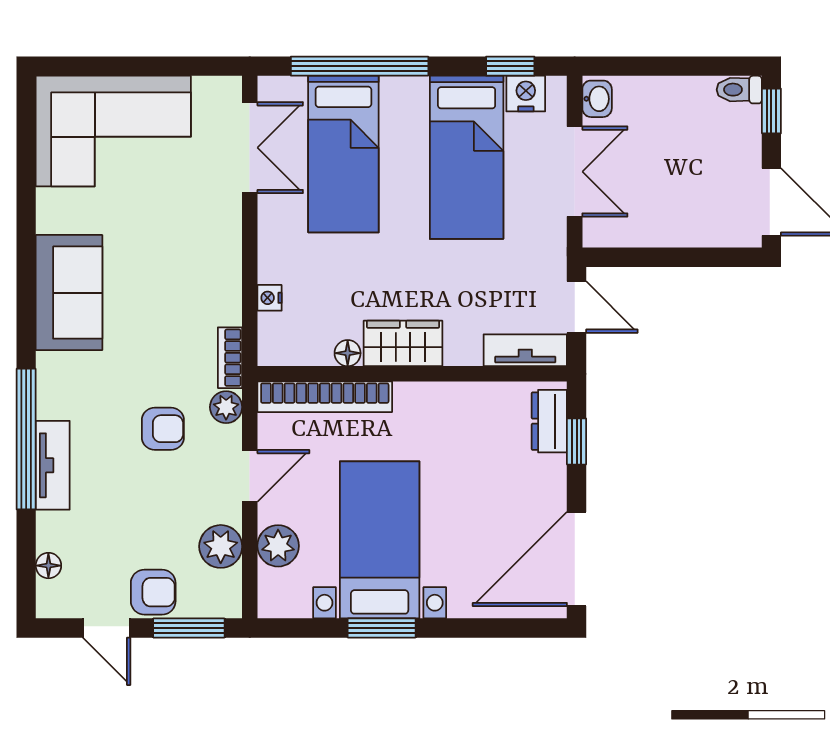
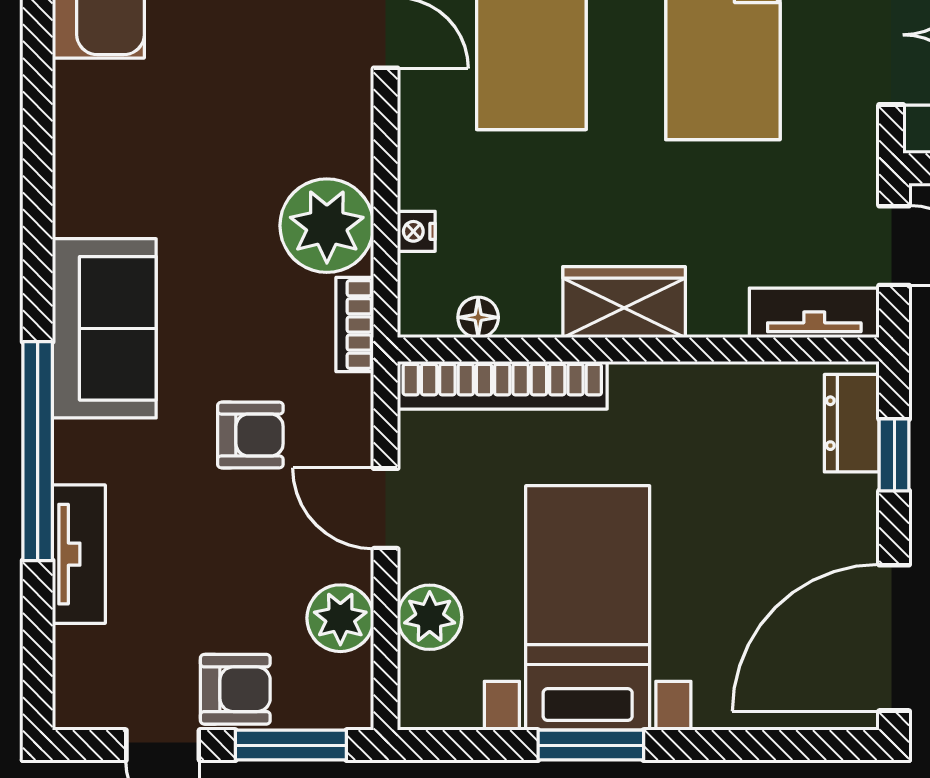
sofa: (69, 293) -> (104, 328), moved
floor lamp: (348, 353) -> (478, 317), moved
plant: (226, 407) -> (327, 226), moved, width x1.88, depth x1.88
tv unit: (53, 465) -> (79, 554), moved
door: (250, 476) -> (386, 508), swing flipped
floor lamp: (48, 566) -> (72, 648), removed

